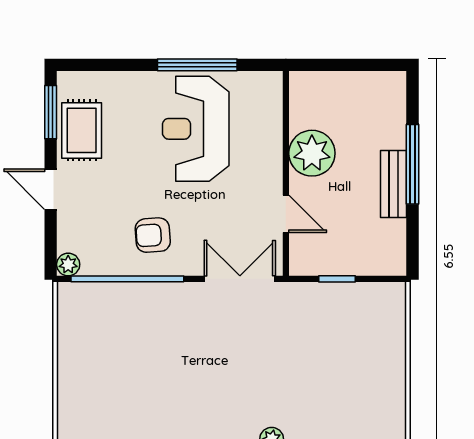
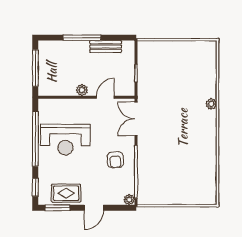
window: (94, 65) -> (35, 187), added
window: (197, 65) -> (35, 139), width x1.46
window: (348, 65) -> (35, 68), added
plant: (312, 153) -> (82, 90), width x0.53, depth x0.53
bench: (394, 184) -> (106, 47), moved

